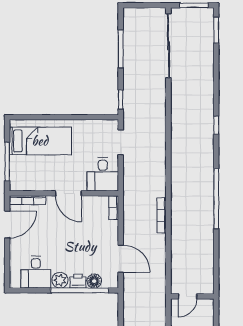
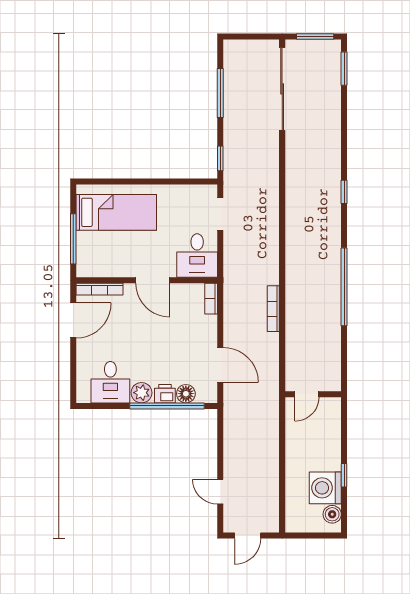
door: (188, 296) -> (307, 394), moved
wall: (192, 296) -> (313, 394), moved

